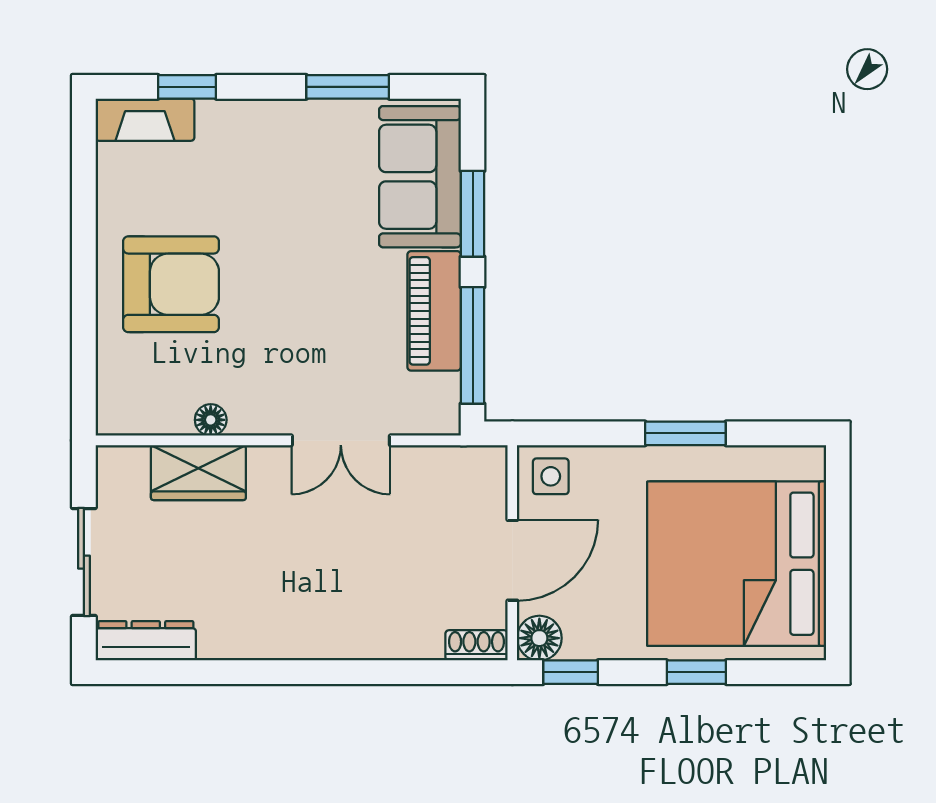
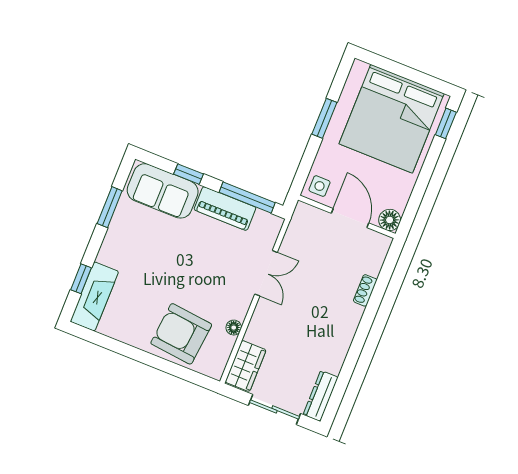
fireplace: (145, 120) -> (94, 296), width x1.37, depth x1.32
window: (473, 214) -> (189, 174), width x0.67
armchair: (171, 284) -> (181, 334), moved, turned -84
wardrobe: (198, 473) -> (246, 366), moved
shoe rack: (477, 645) -> (365, 290), moved
window: (571, 672) -> (410, 212), removed
window: (696, 672) -> (446, 123), moved

